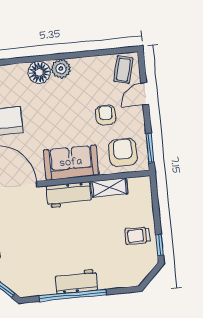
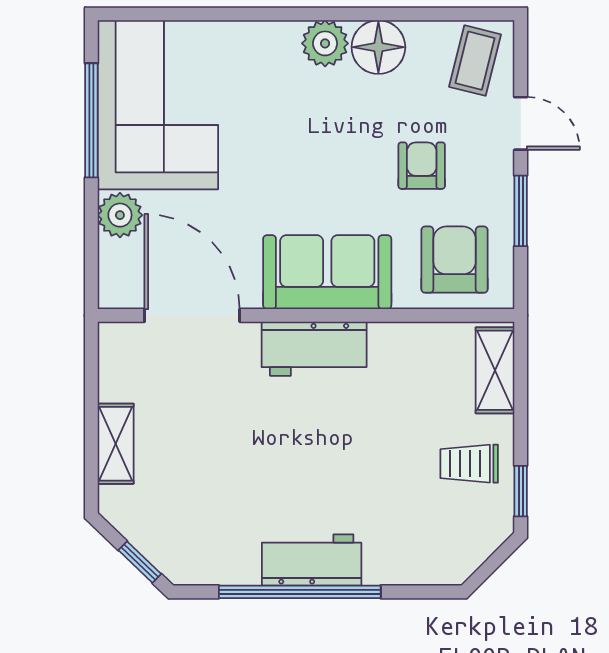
floor lamp: (39, 72) -> (378, 47), moved
door: (145, 94) -> (521, 123), swing flipped
window: (150, 148) -> (521, 211), moved
shelving: (109, 188) -> (495, 370), moved, turned 90

